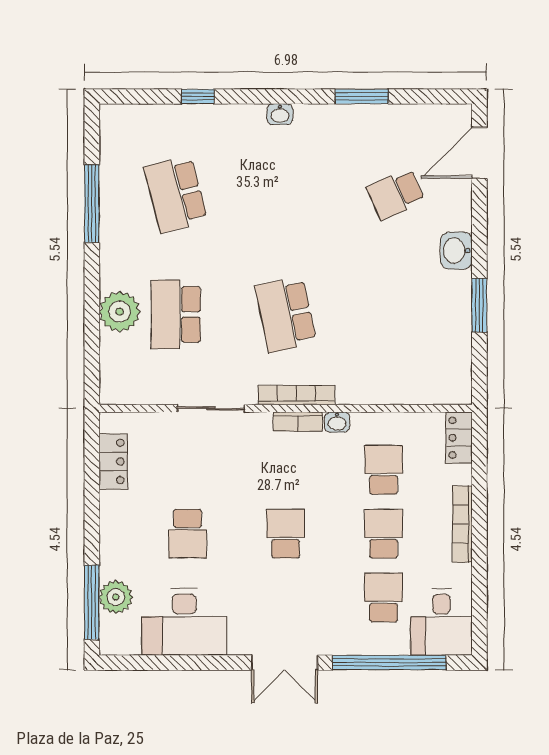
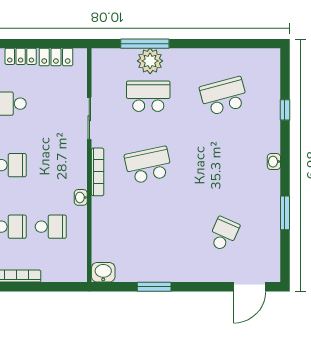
door: (479, 153) -> (250, 287), swing flipped
school desk: (396, 194) -> (224, 234), turned 48
window: (92, 203) -> (145, 44), moved
washbasin: (456, 251) -> (103, 272), moved
bookcase: (298, 421) -> (81, 173), removed
locker: (459, 438) -> (21, 56), moved, turned 180

